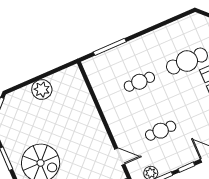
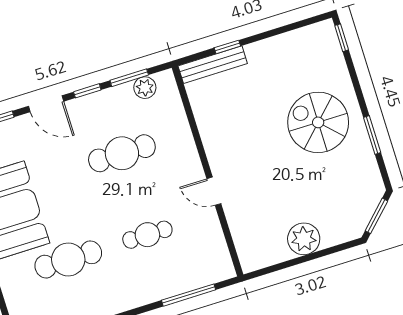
cafe table: (161, 131) -> (122, 153), width x1.37, depth x1.35
door: (120, 157) -> (214, 191), moved

